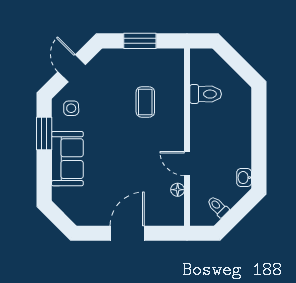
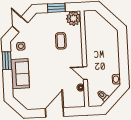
plant: (171, 62) -> (74, 18), added
toilet: (206, 94) -> (93, 35), removed

